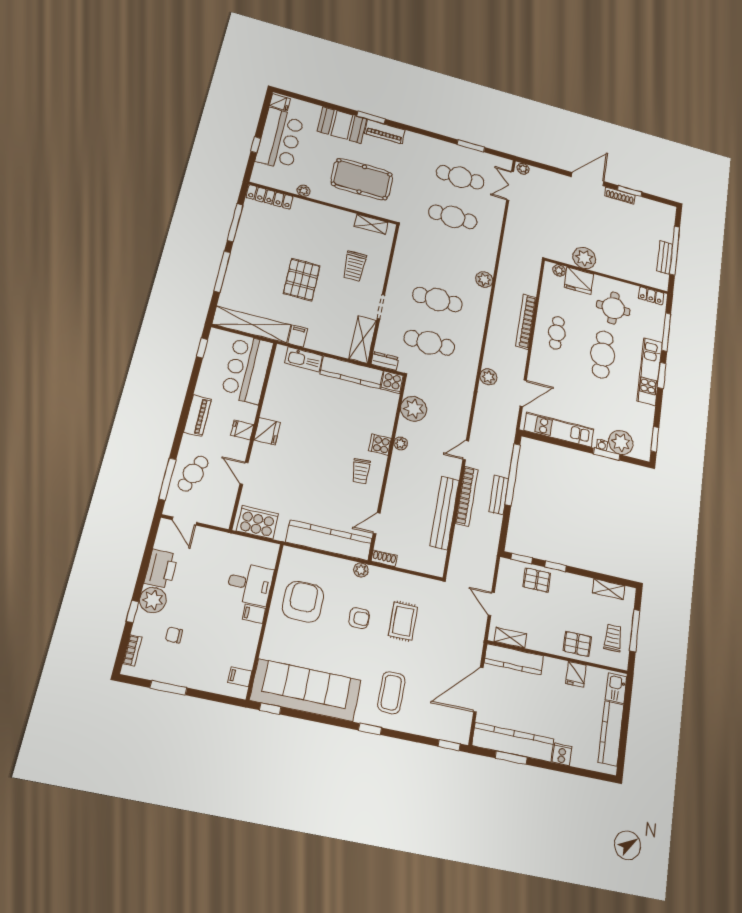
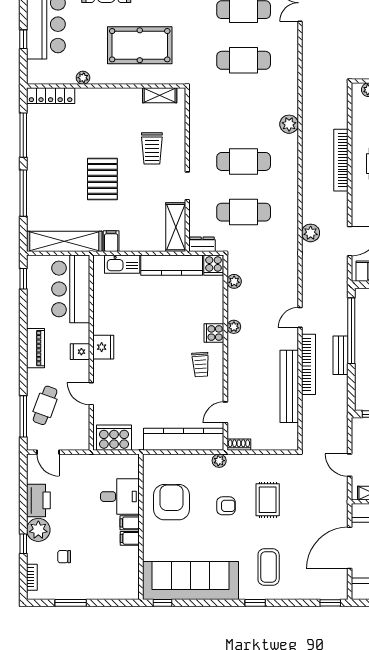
plant: (414, 409) -> (234, 281), width x0.53, depth x0.53
filing cabinet: (240, 677) -> (130, 538), moved

